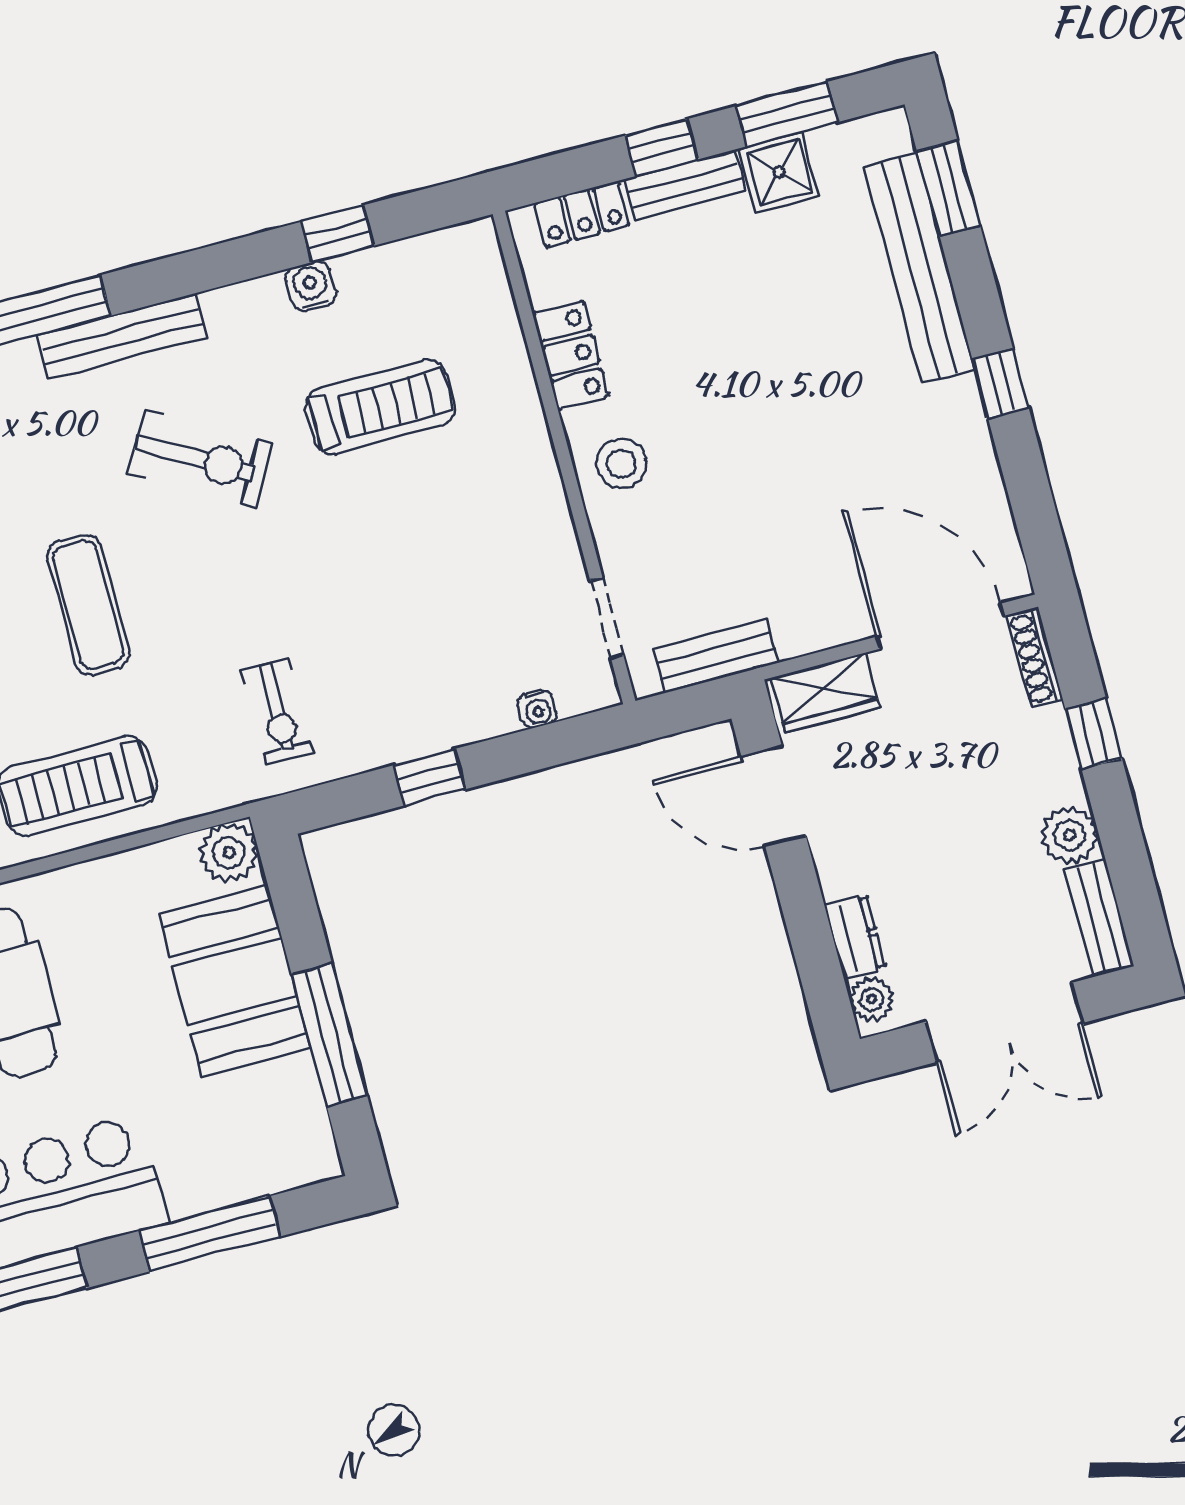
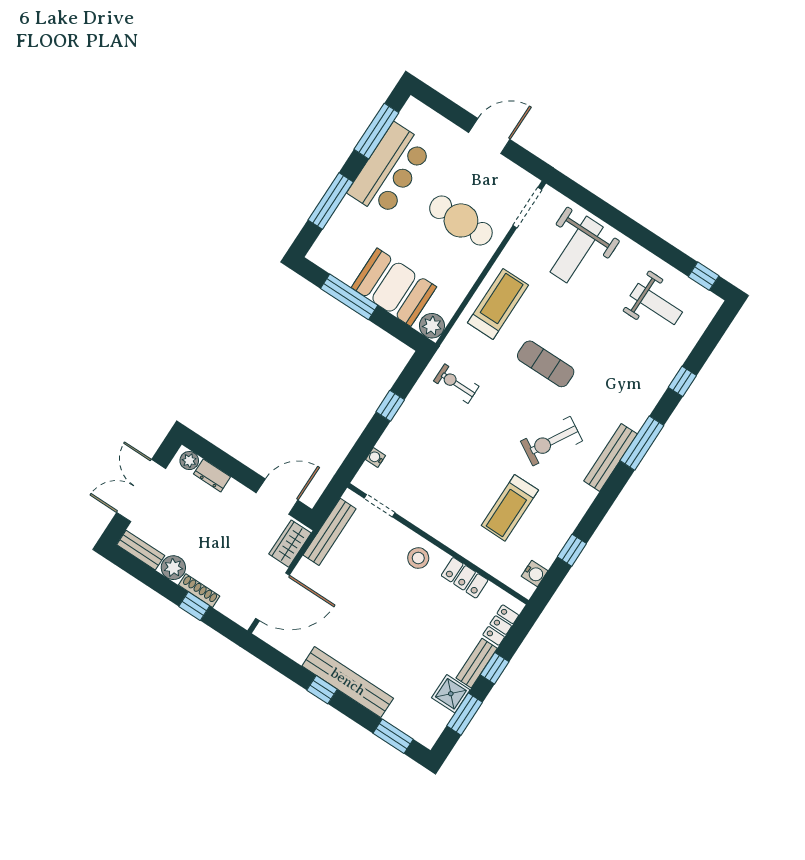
bench: (919, 268) -> (348, 682), moved
water cooler: (311, 286) -> (535, 573), moved
bench: (716, 656) -> (330, 532), width x1.36
shoe rack: (1035, 658) -> (199, 591), moved

